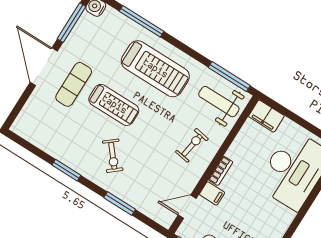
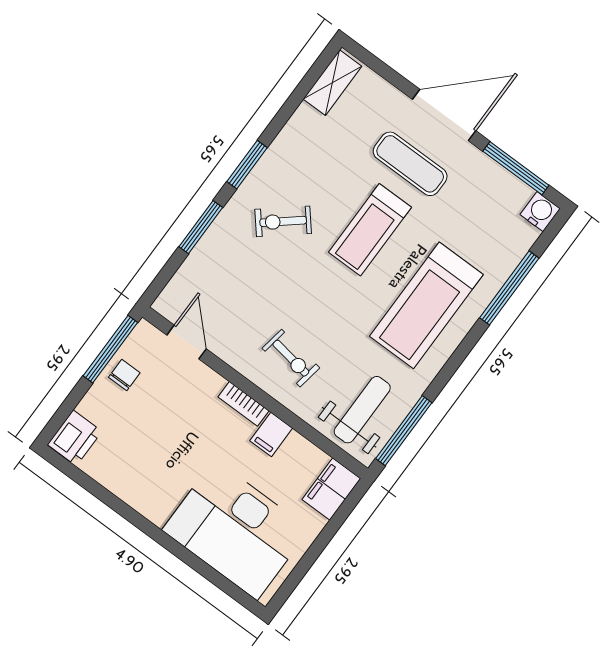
shelving: (30, 133) -> (332, 83), added
window: (66, 170) -> (247, 165), moved
filing cabinet: (212, 193) -> (271, 434), moved

